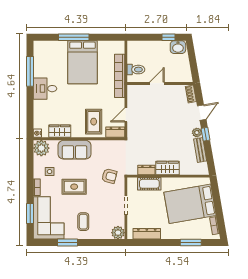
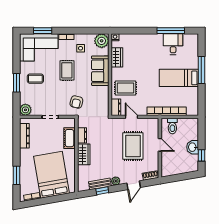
washbasin: (178, 47) -> (193, 147), moved
bed: (83, 62) -> (179, 78), width x0.67
desk: (45, 89) -> (173, 44), moved
rug: (158, 113) -> (133, 146), added
door: (202, 113) -> (134, 185), hinge flipped
window: (205, 134) -> (102, 191), moved
window: (68, 243) -> (17, 83), moved

